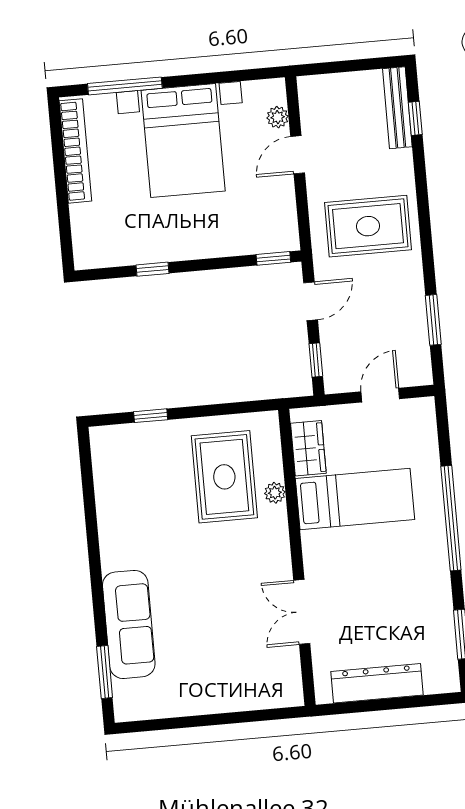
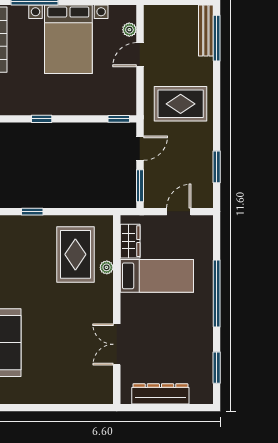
window: (415, 118) -> (217, 38), width x2.17
window: (316, 360) -> (140, 186), width x1.50

